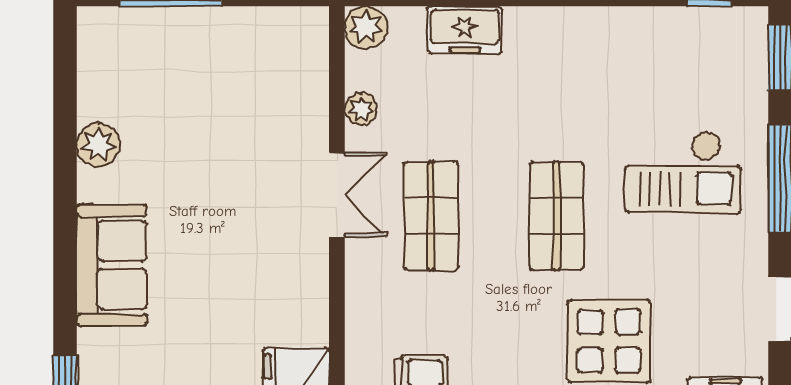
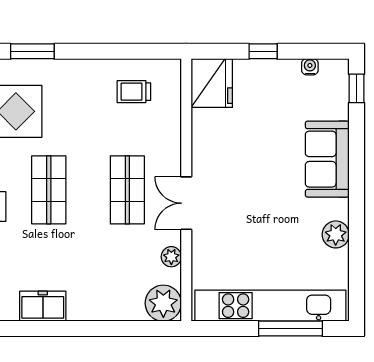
plant: (366, 27) -> (163, 303), width x1.36, depth x1.36
freezer: (465, 30) -> (43, 306), moved
kitchen unit: (203, 31) -> (270, 306), added

